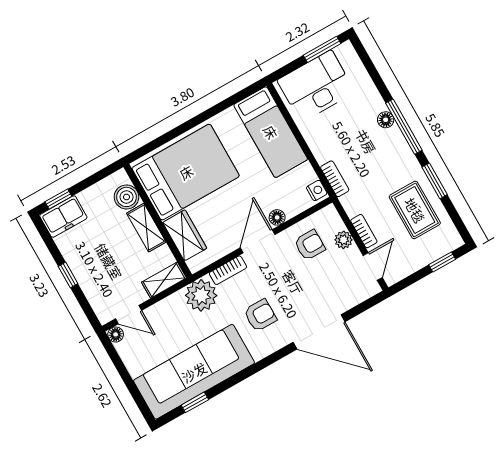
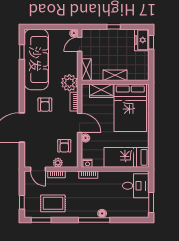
desk: (316, 86) -> (136, 186), width x0.73
window: (435, 181) -> (41, 220), moved
boiler: (126, 197) -> (134, 74), removed

